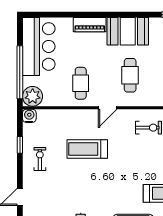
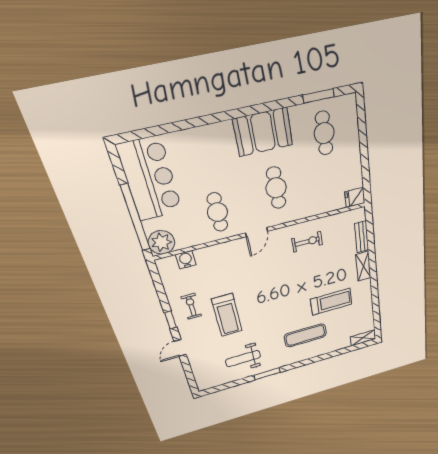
piano: (90, 25) -> (211, 134), removed
water cooler: (29, 116) -> (186, 260), moved
window: (20, 145) -> (171, 320), moved
treadmill: (87, 149) -> (227, 315), moved, turned -90

